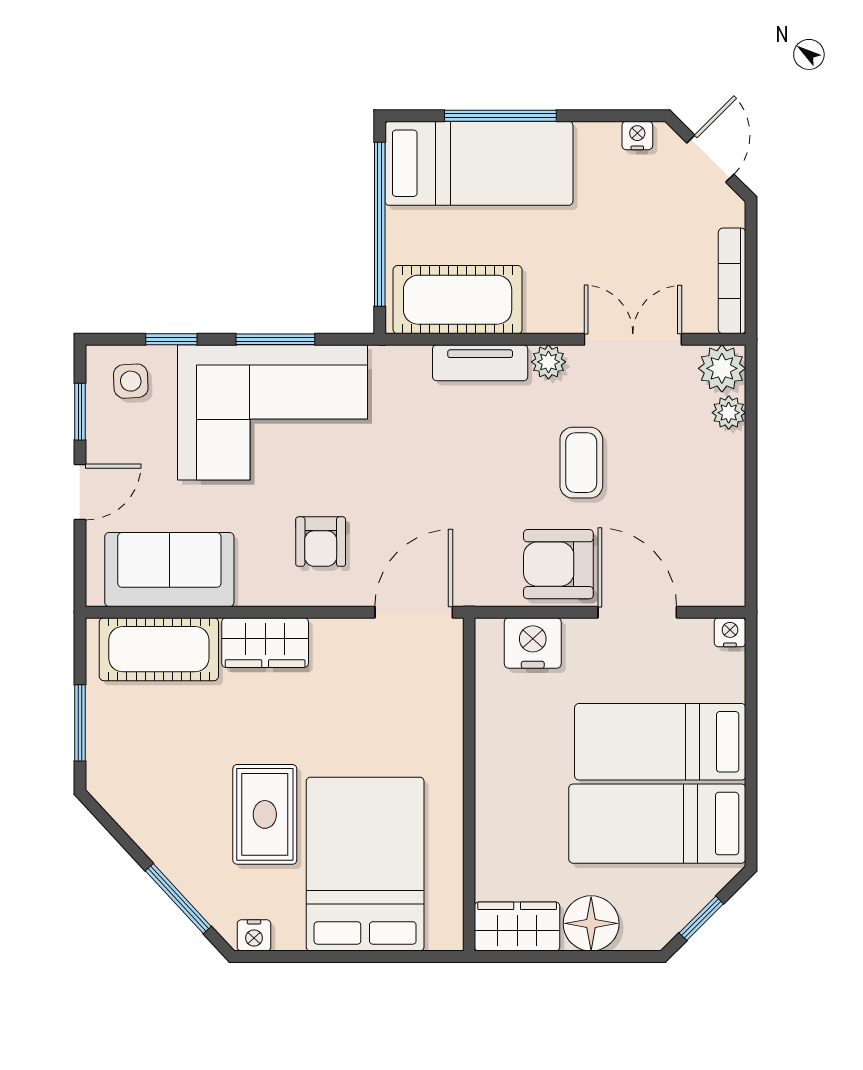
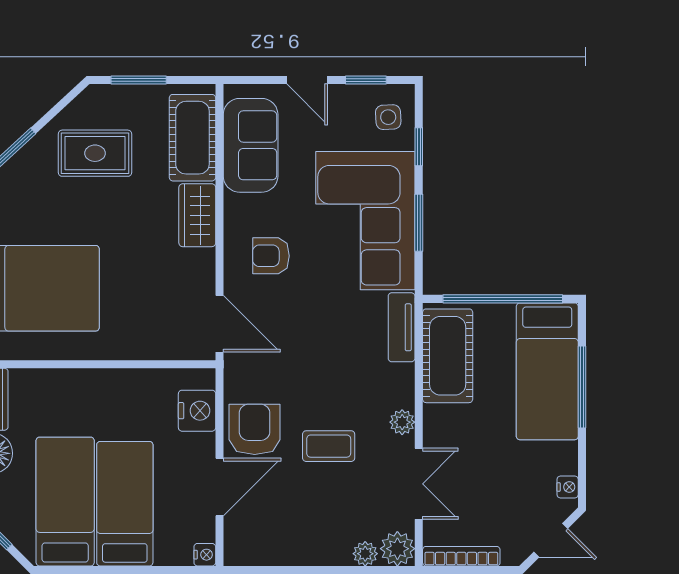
tv unit: (480, 363) -> (402, 327), moved
rug: (265, 814) -> (95, 153), moved

